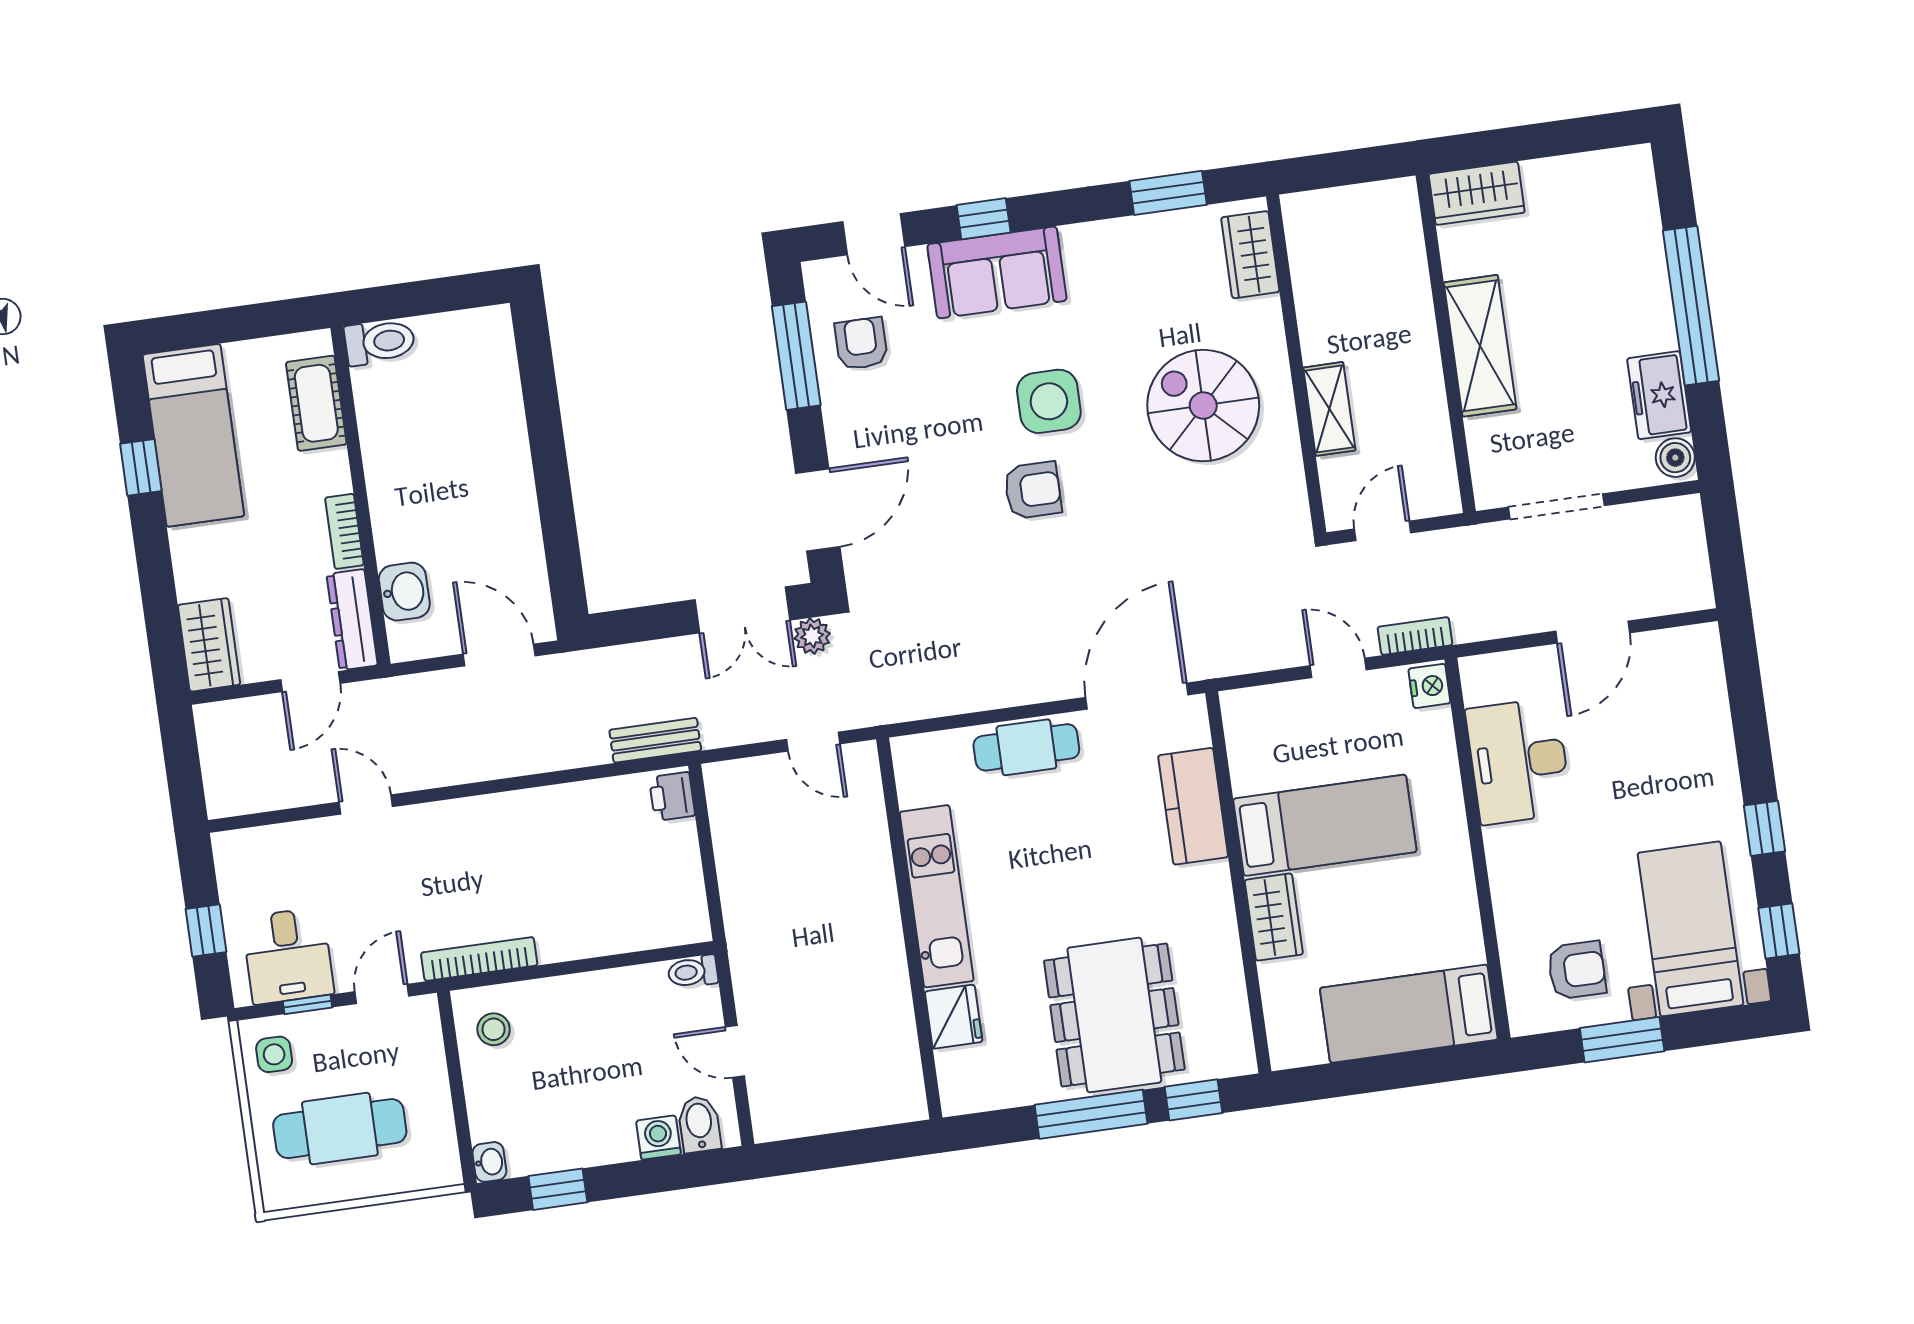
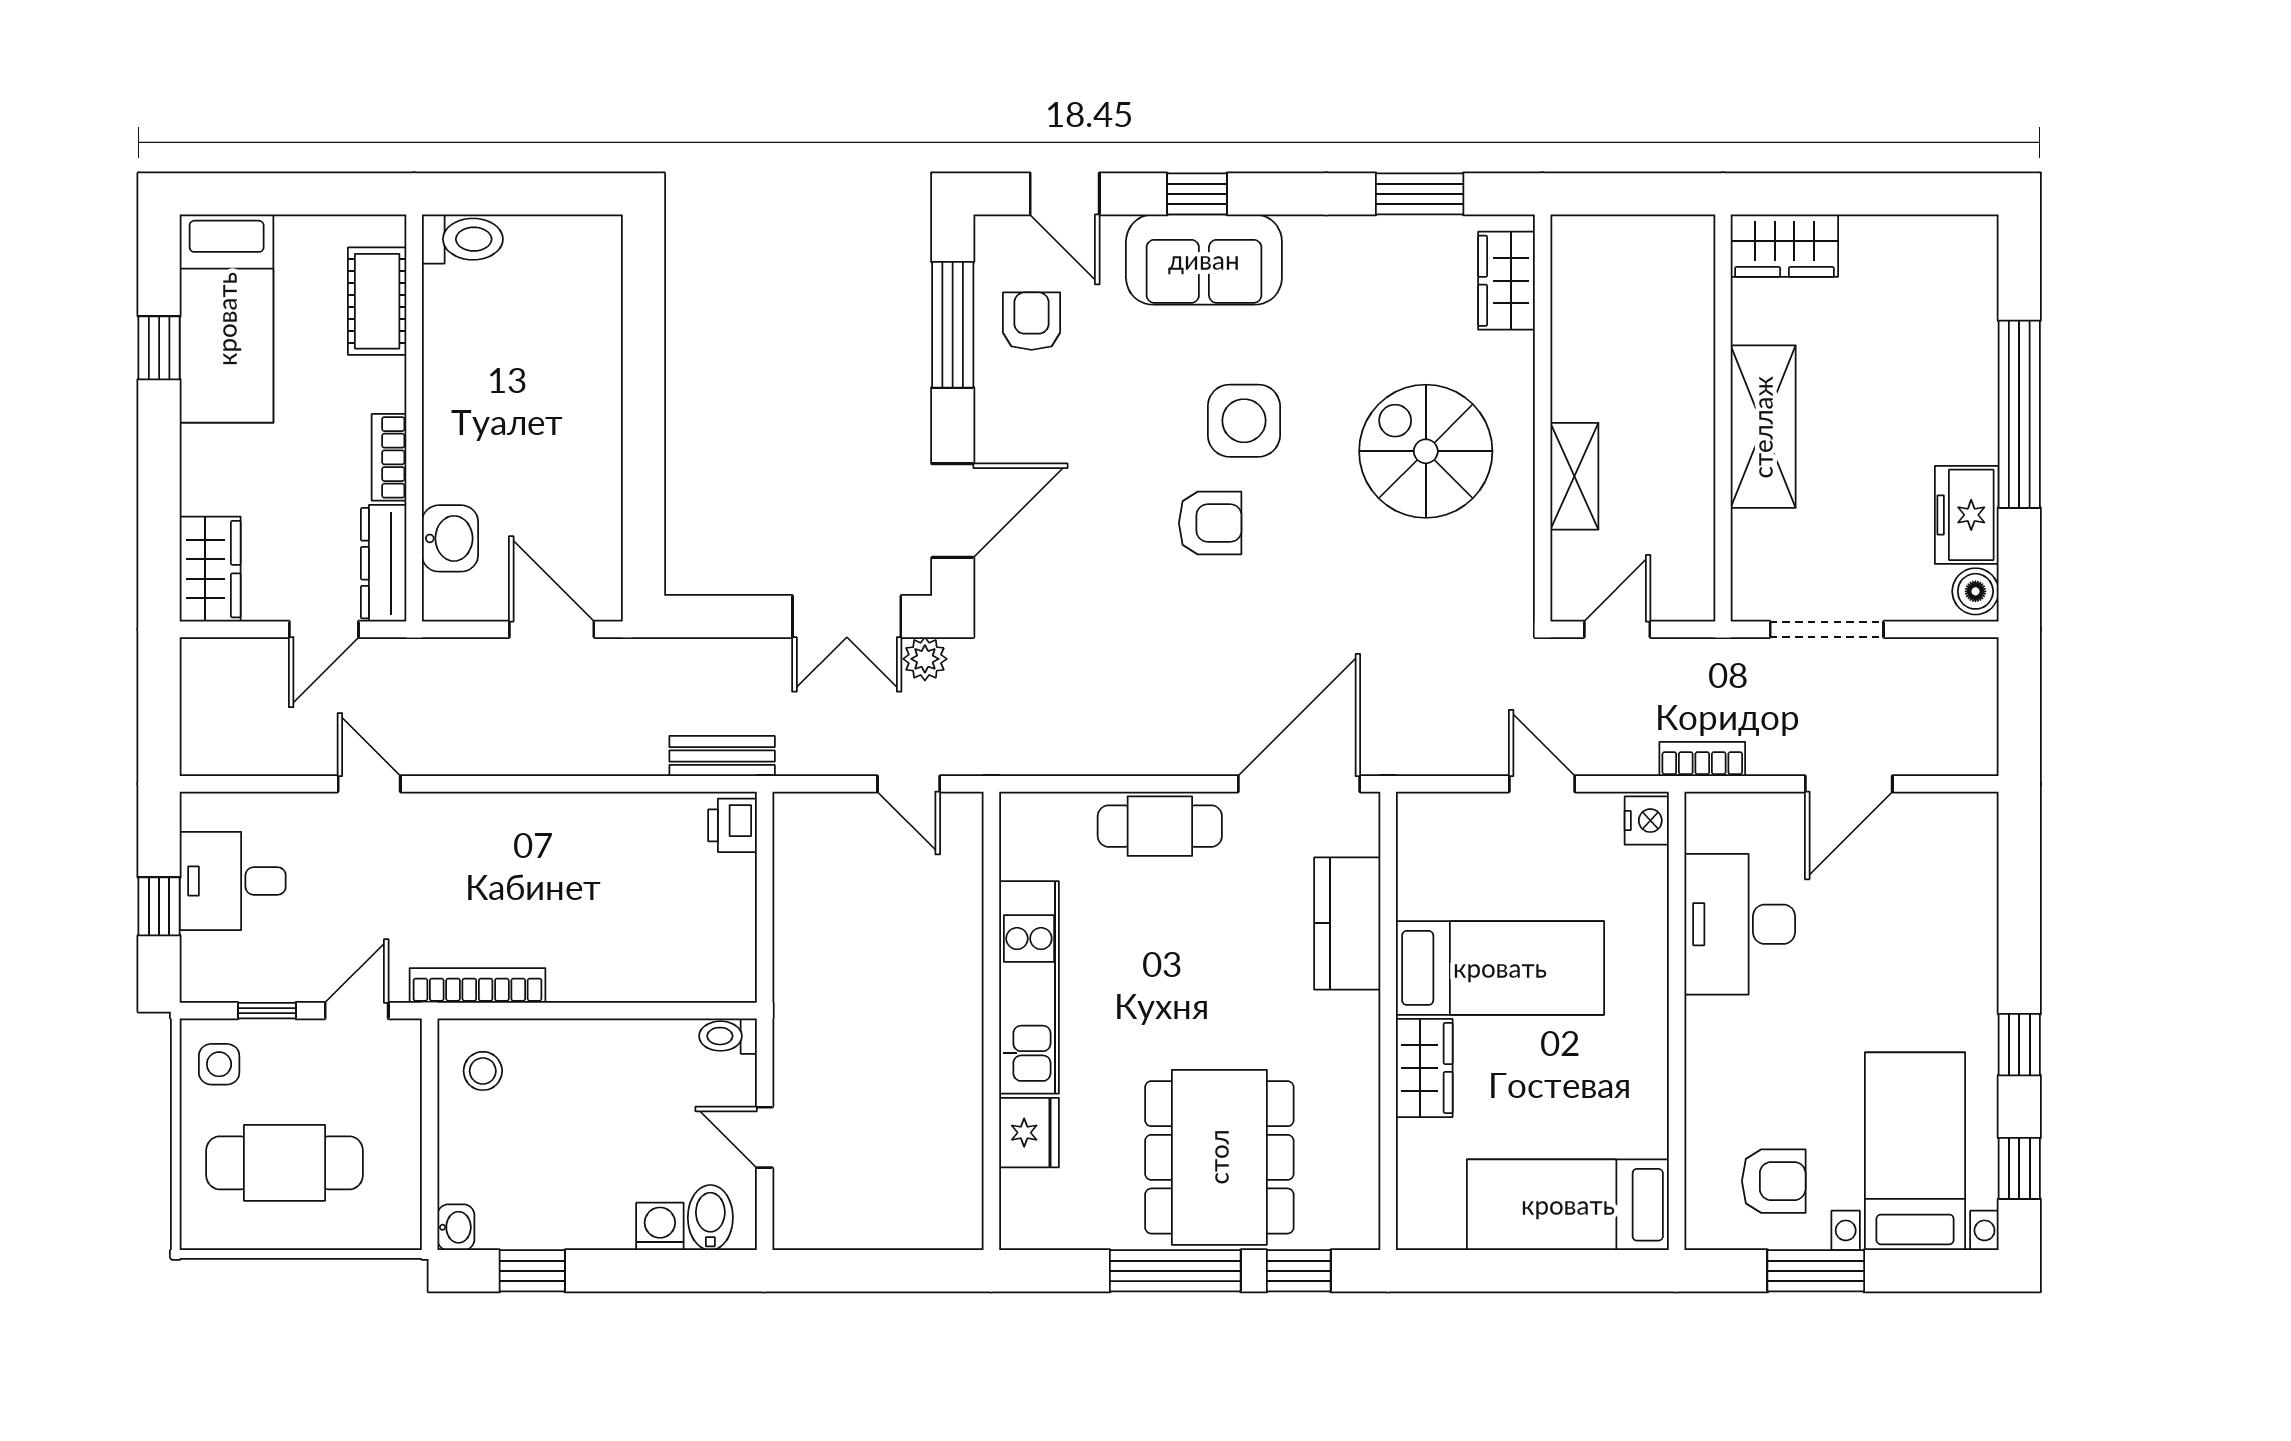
bookcase: (1415, 636) -> (1702, 759), moved
desk: (288, 956) -> (233, 881), moved, turned 90

